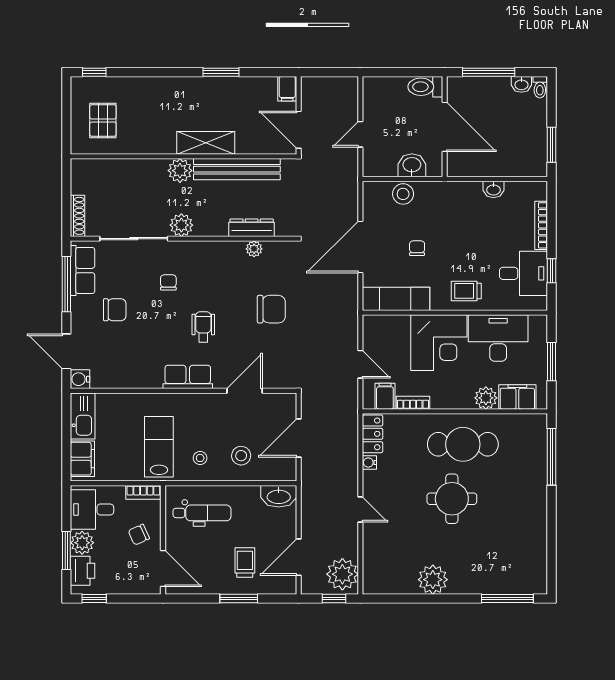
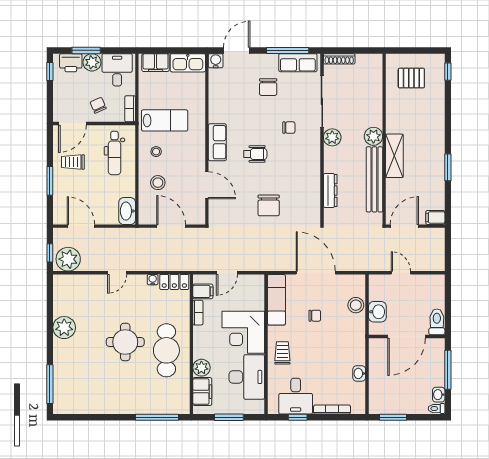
plant: (254, 249) -> (314, 192), removed
trolley: (245, 562) -> (73, 162), moved, turned 180

